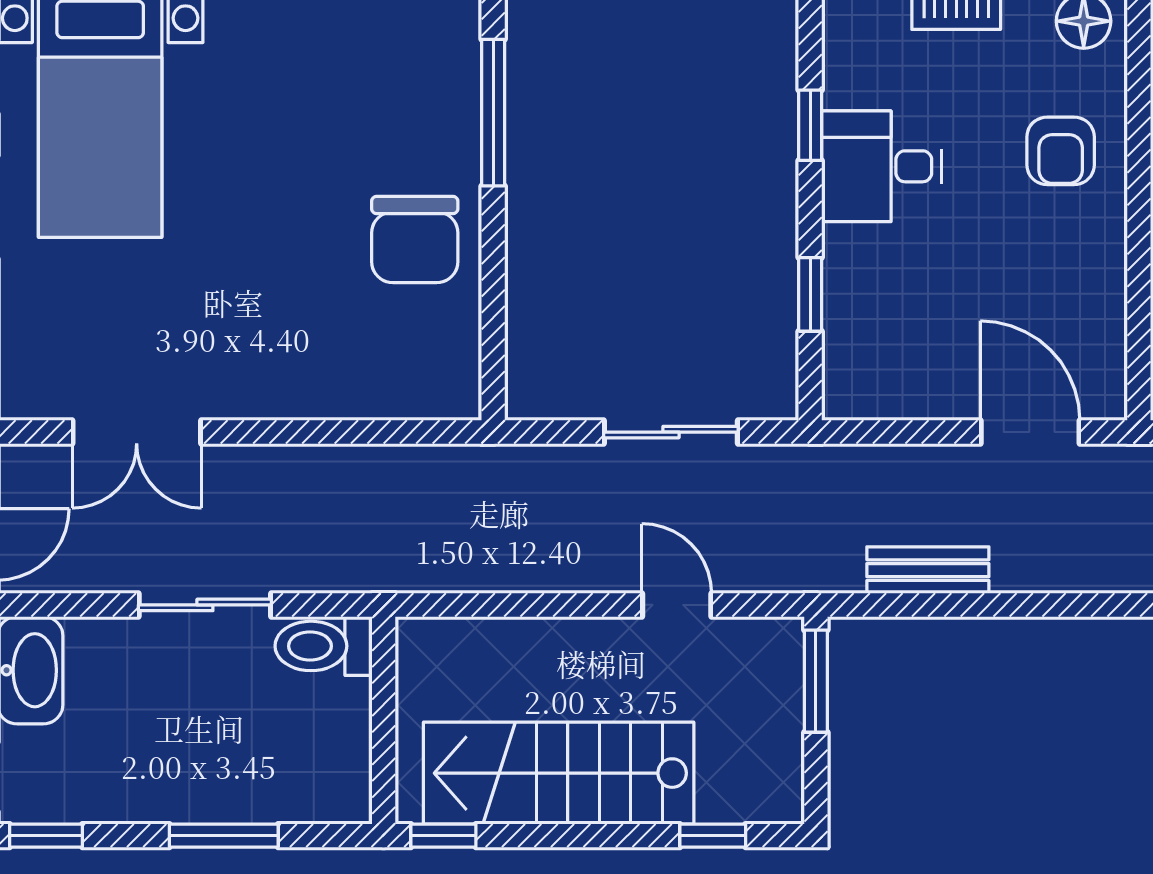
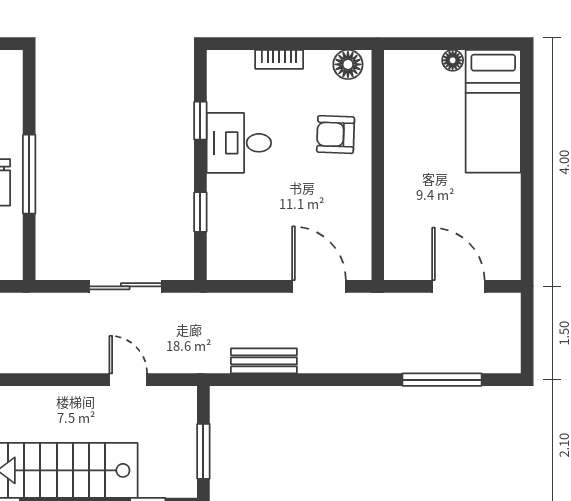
window: (493, 113) -> (29, 174), moved
armchair: (1061, 151) -> (336, 135), turned 92
window: (816, 681) -> (203, 451), moved

